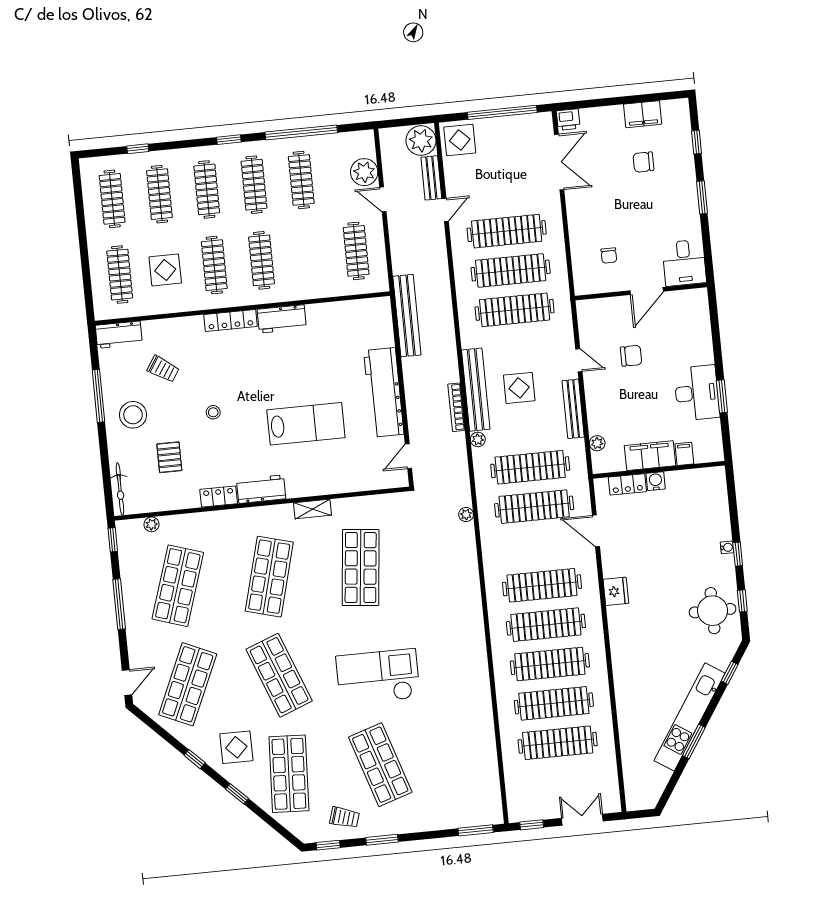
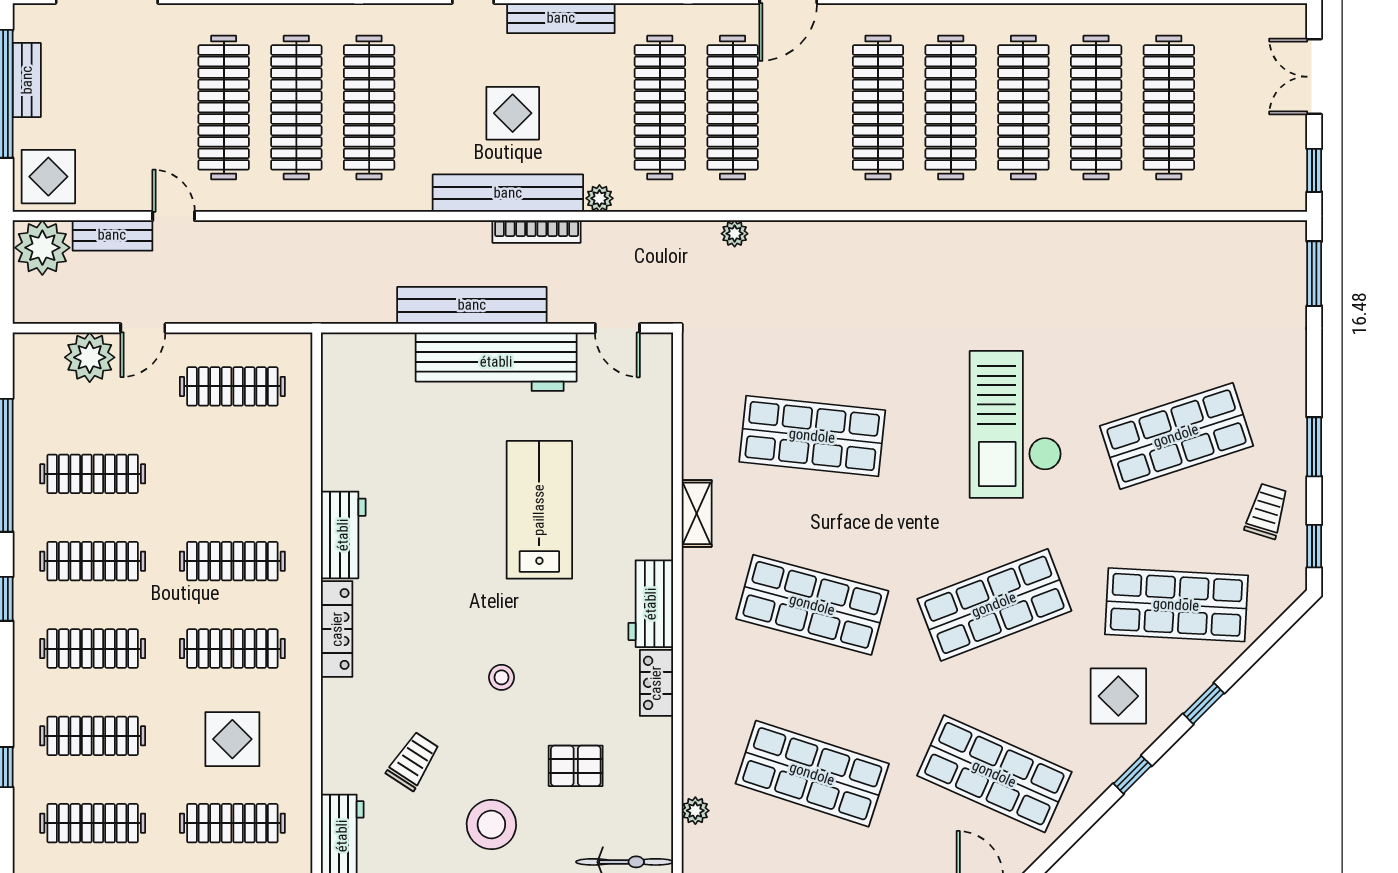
bench: (511, 123) -> (27, 80), added
bench: (407, 316) -> (472, 305), moved

